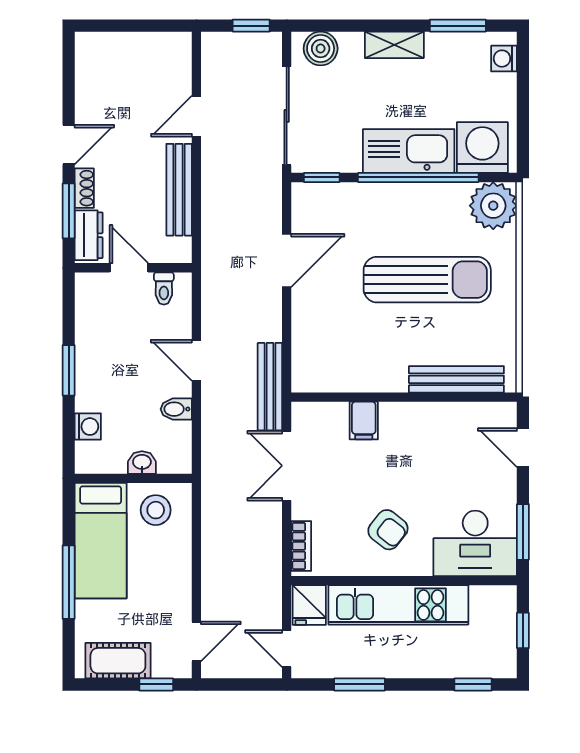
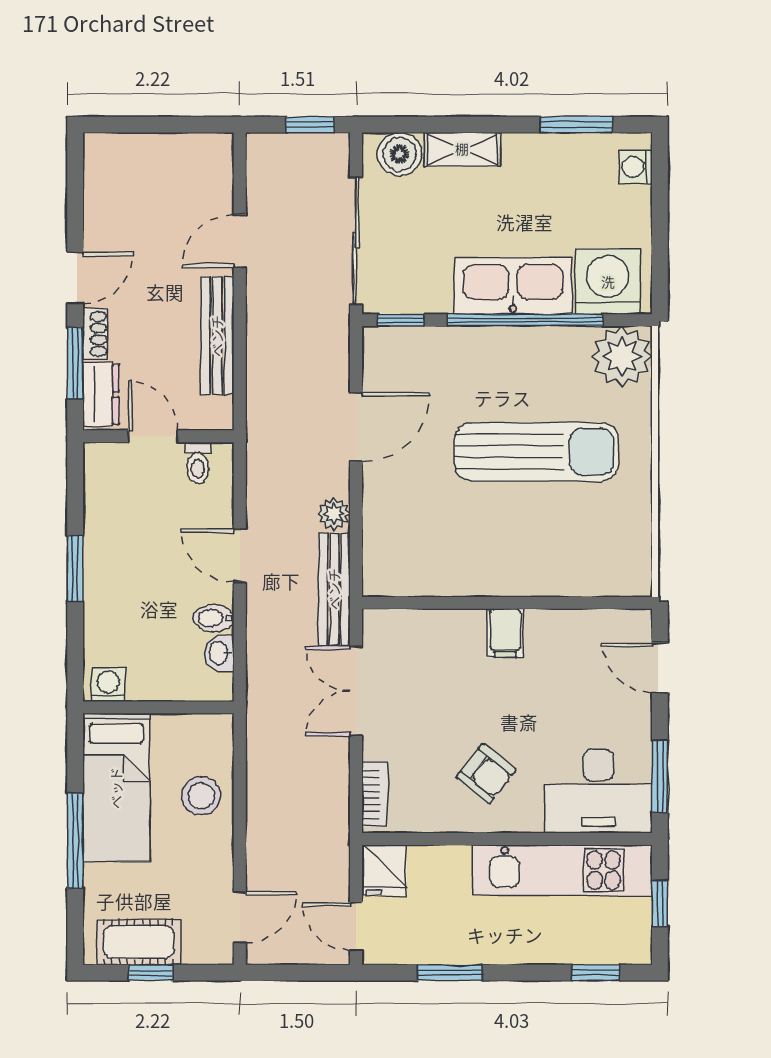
shelving: (394, 45) -> (462, 149), moved
plant: (270, 328) -> (334, 514), added
bench: (456, 379) -> (574, 580), removed
filing cabinet: (364, 421) -> (505, 633), moved
washing machine: (88, 427) -> (108, 685), moved, turned -90
washbasin: (142, 463) -> (219, 653), moved, turned -90
stool: (156, 510) -> (201, 796), moved
kitchen unit: (398, 605) -> (562, 870), moved
window: (156, 684) -> (151, 973), moved

